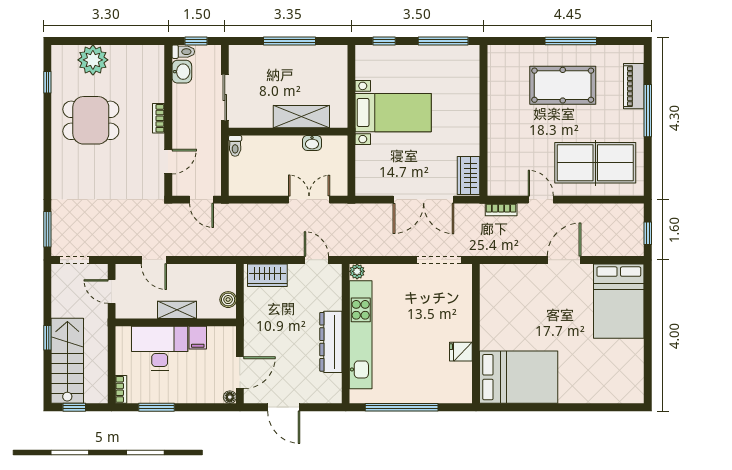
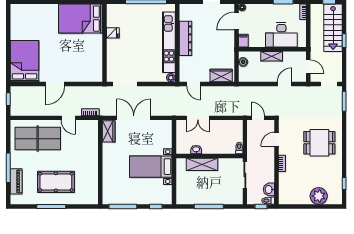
dining table: (91, 120) -> (319, 143), moved
door: (154, 260) -> (285, 84), hinge flipped
filing cabinet: (198, 338) -> (243, 41), moved

